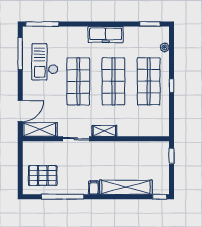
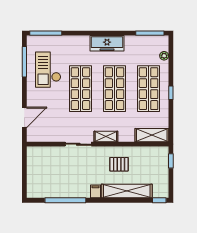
window: (150, 24) -> (150, 33), width x1.44
shelving: (40, 129) -> (152, 135), moved
pallet: (43, 175) -> (119, 164), moved, width x0.67, depth x0.71

